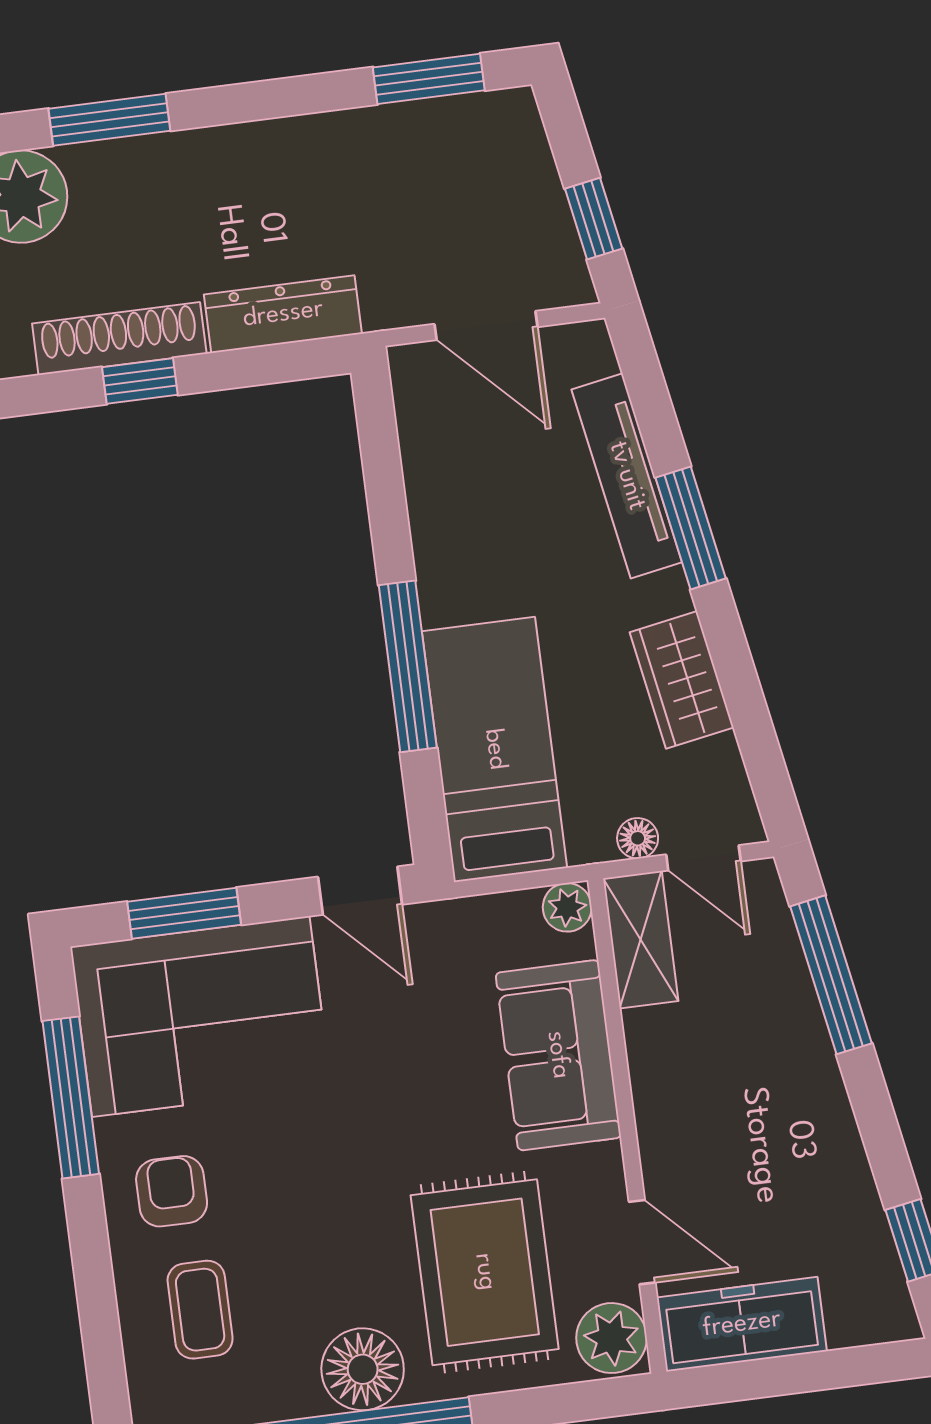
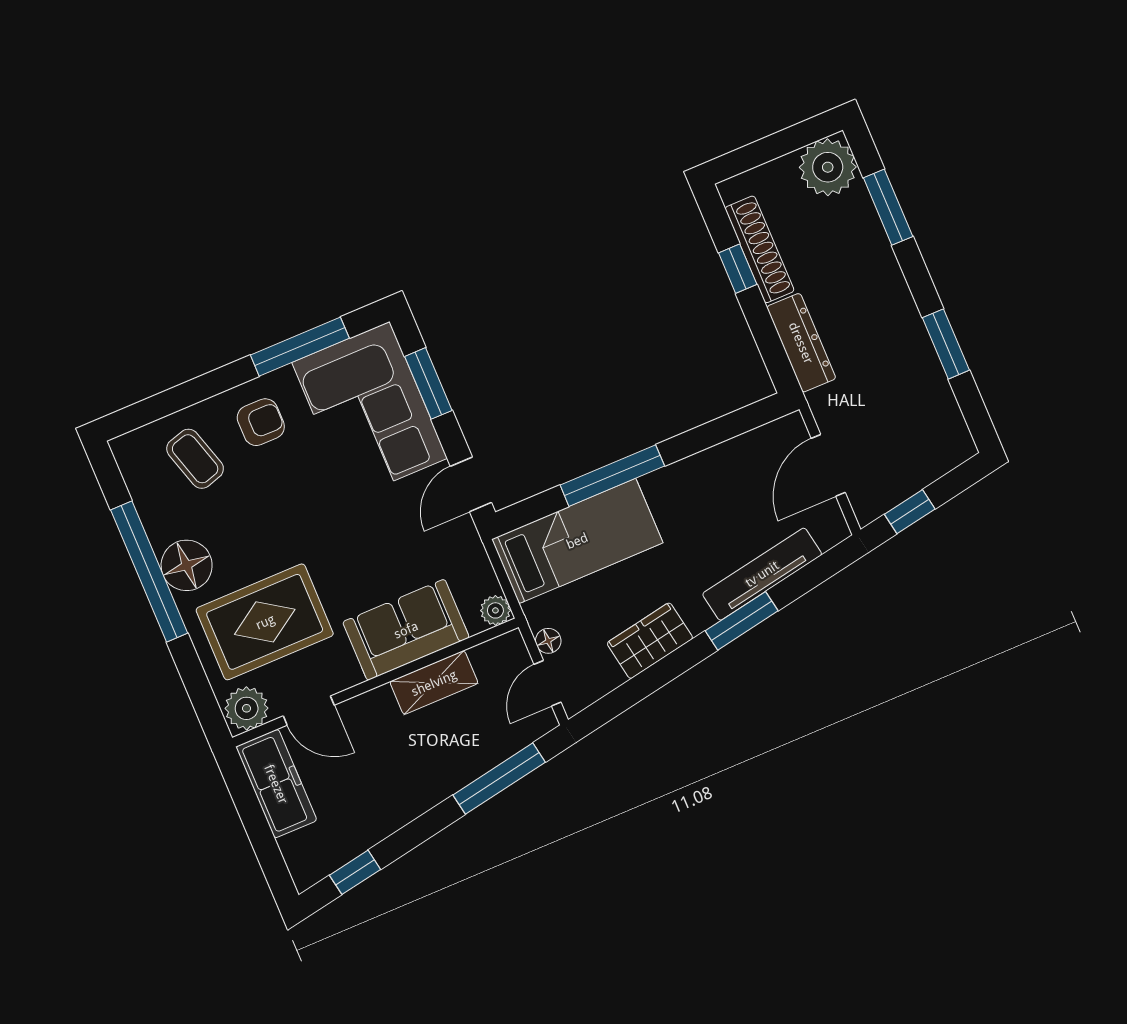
window: (429, 79) -> (946, 344), moved
shelving: (641, 940) -> (434, 683), moved
door: (642, 1242) -> (309, 711), hinge flipped
coffee table: (200, 1310) -> (195, 459), turned 73

